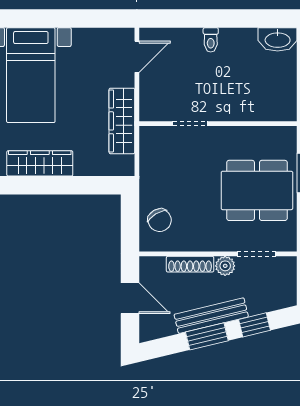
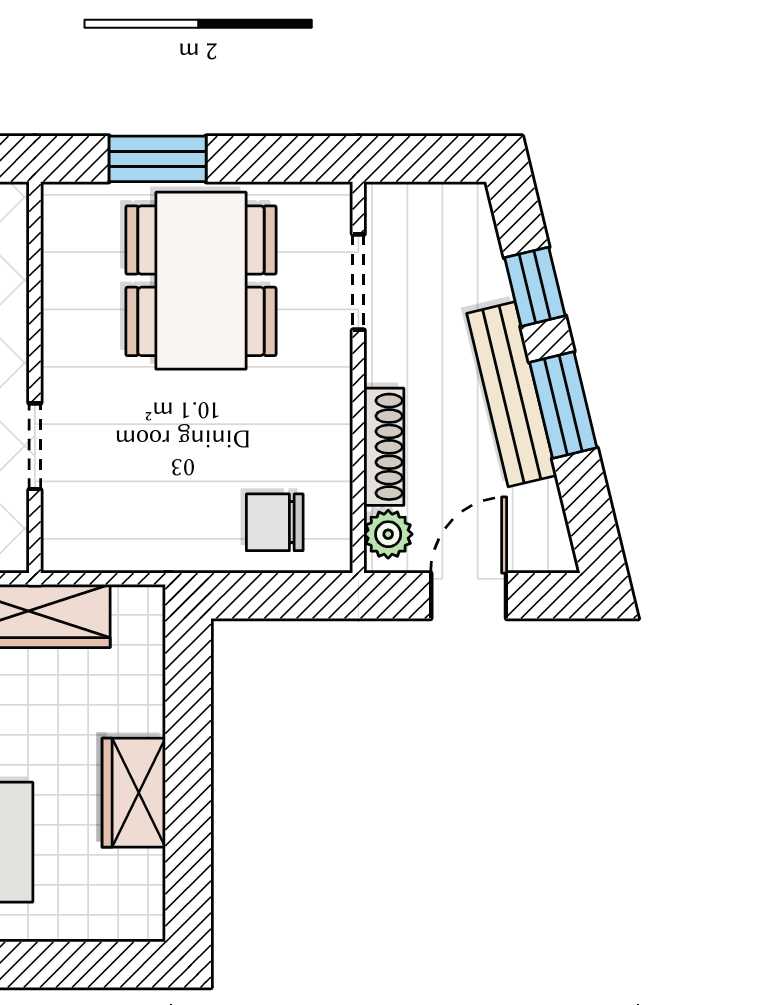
wardrobe: (40, 163) -> (134, 793), width x0.67
chair: (160, 220) -> (275, 522), turned -149
plant: (225, 266) -> (388, 534), moved

